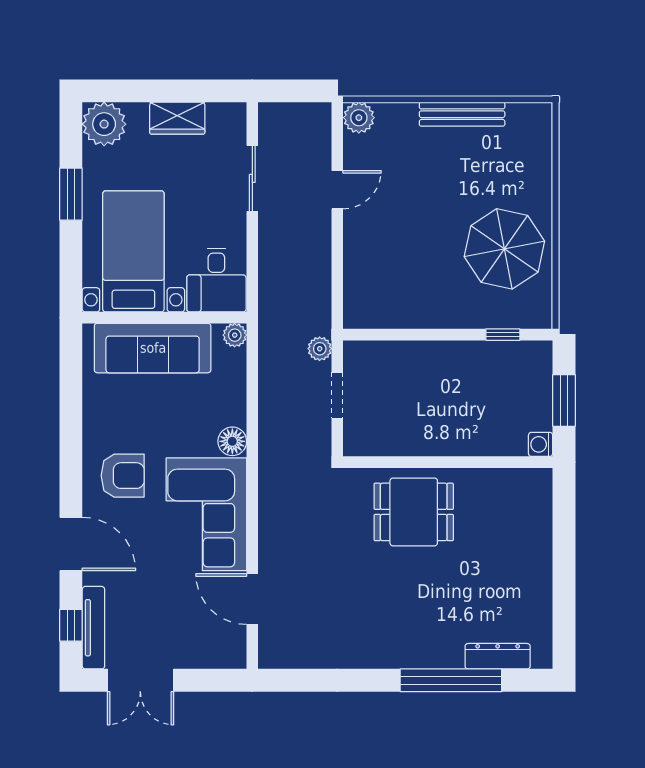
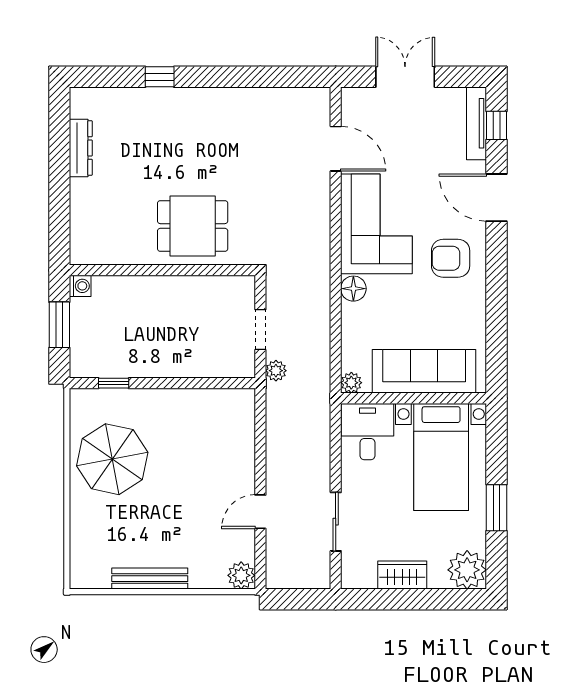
dresser: (498, 656) -> (81, 148), moved, turned -90
double door: (140, 680) -> (405, 77), moved
window: (451, 680) -> (160, 77), width x0.32

